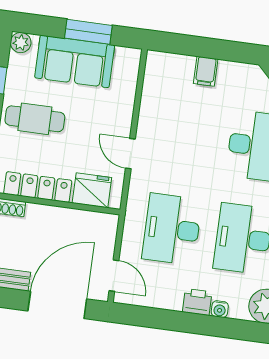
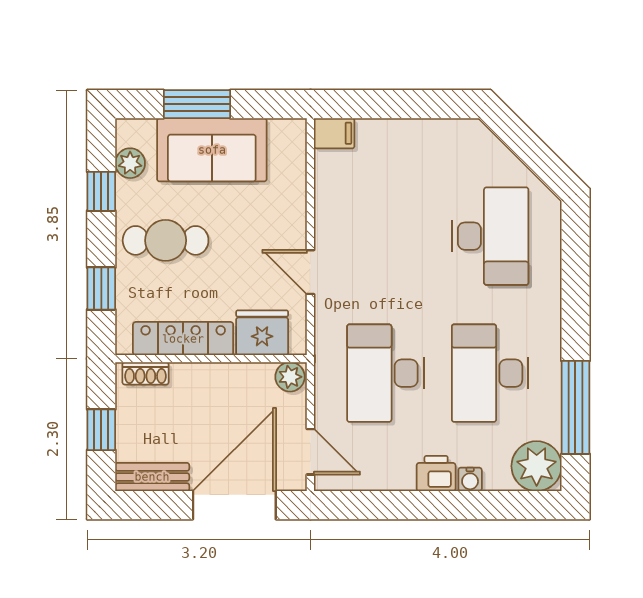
window: (88, 32) -> (197, 104), moved
plant: (21, 43) -> (130, 163), moved
filing cabinet: (206, 71) -> (334, 133), moved, turned -90
plant: (107, 223) -> (290, 377), added

